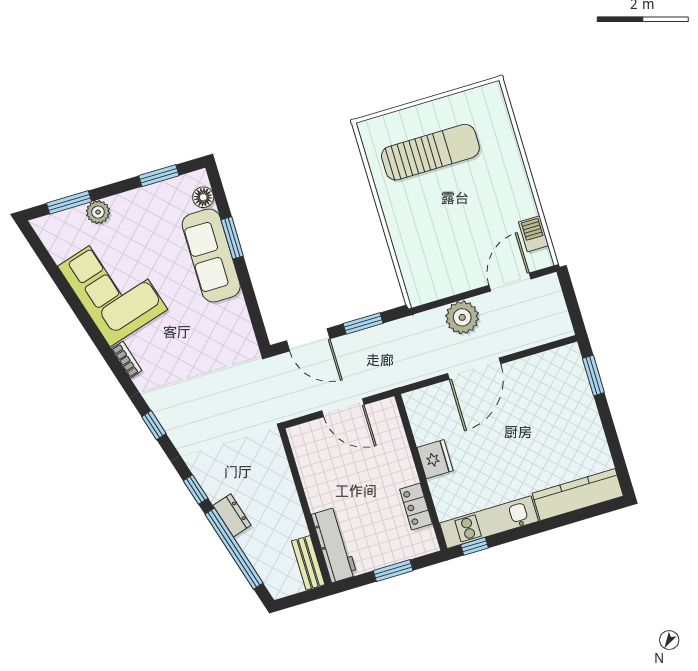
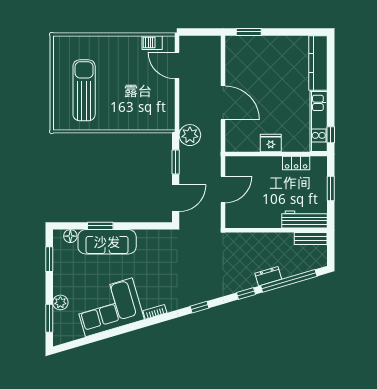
plant: (462, 317) -> (190, 135), moved

